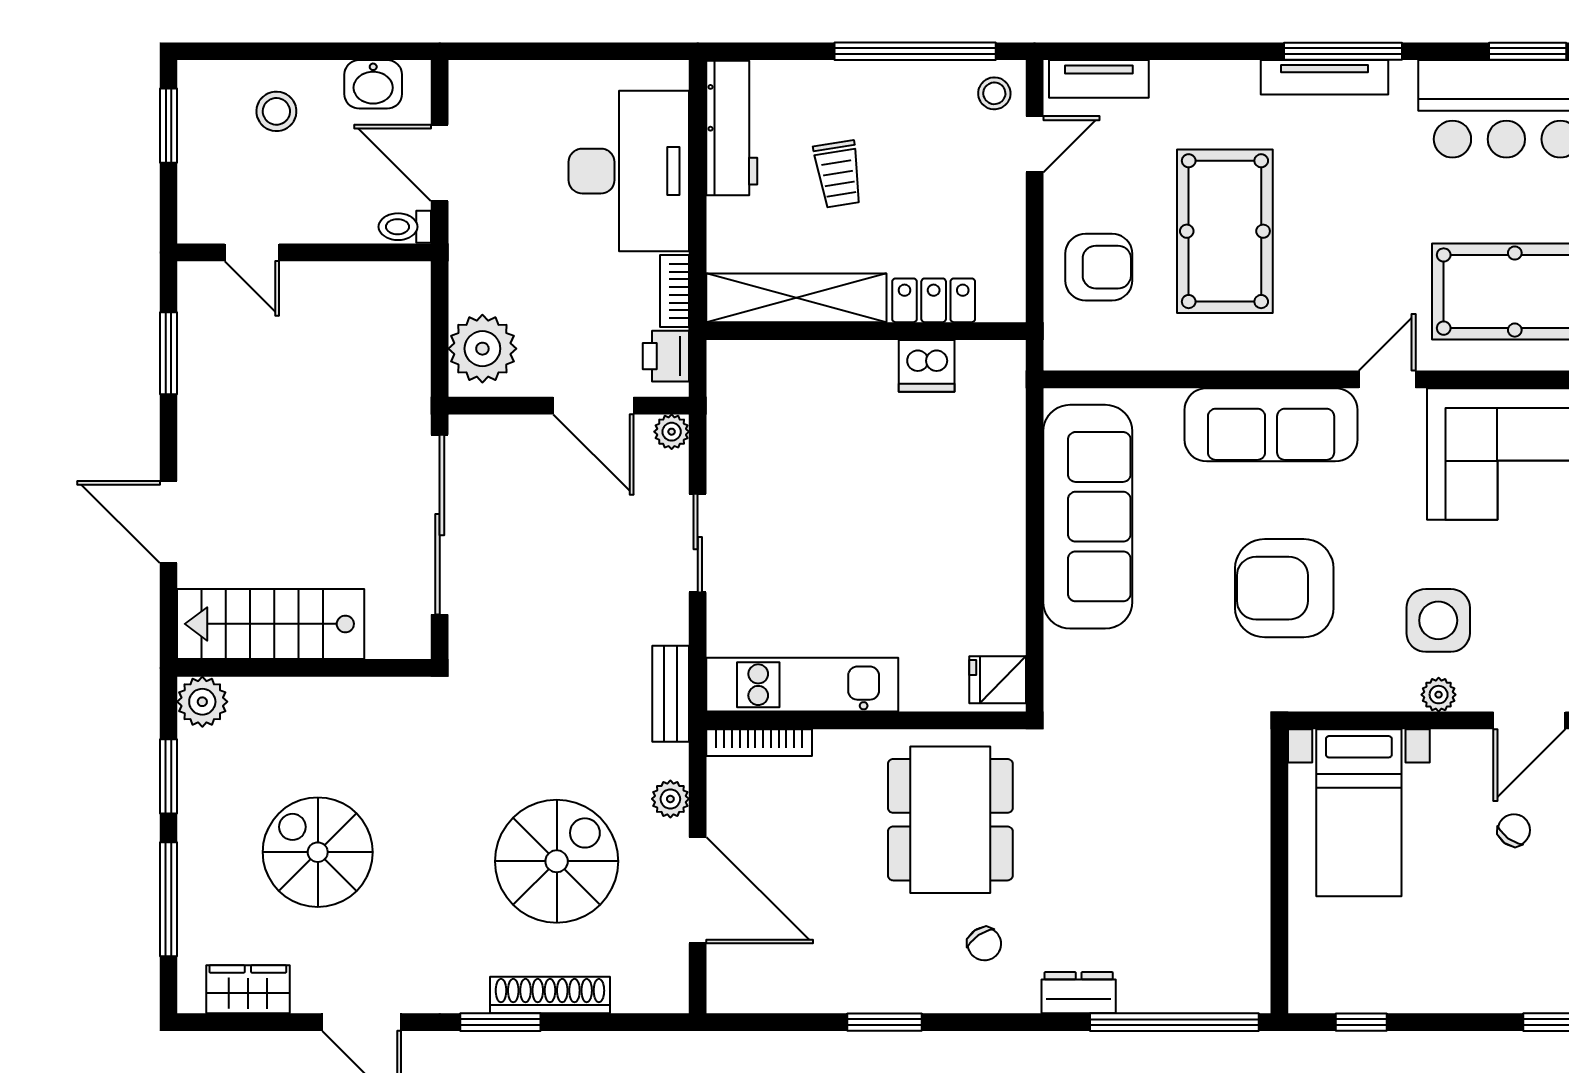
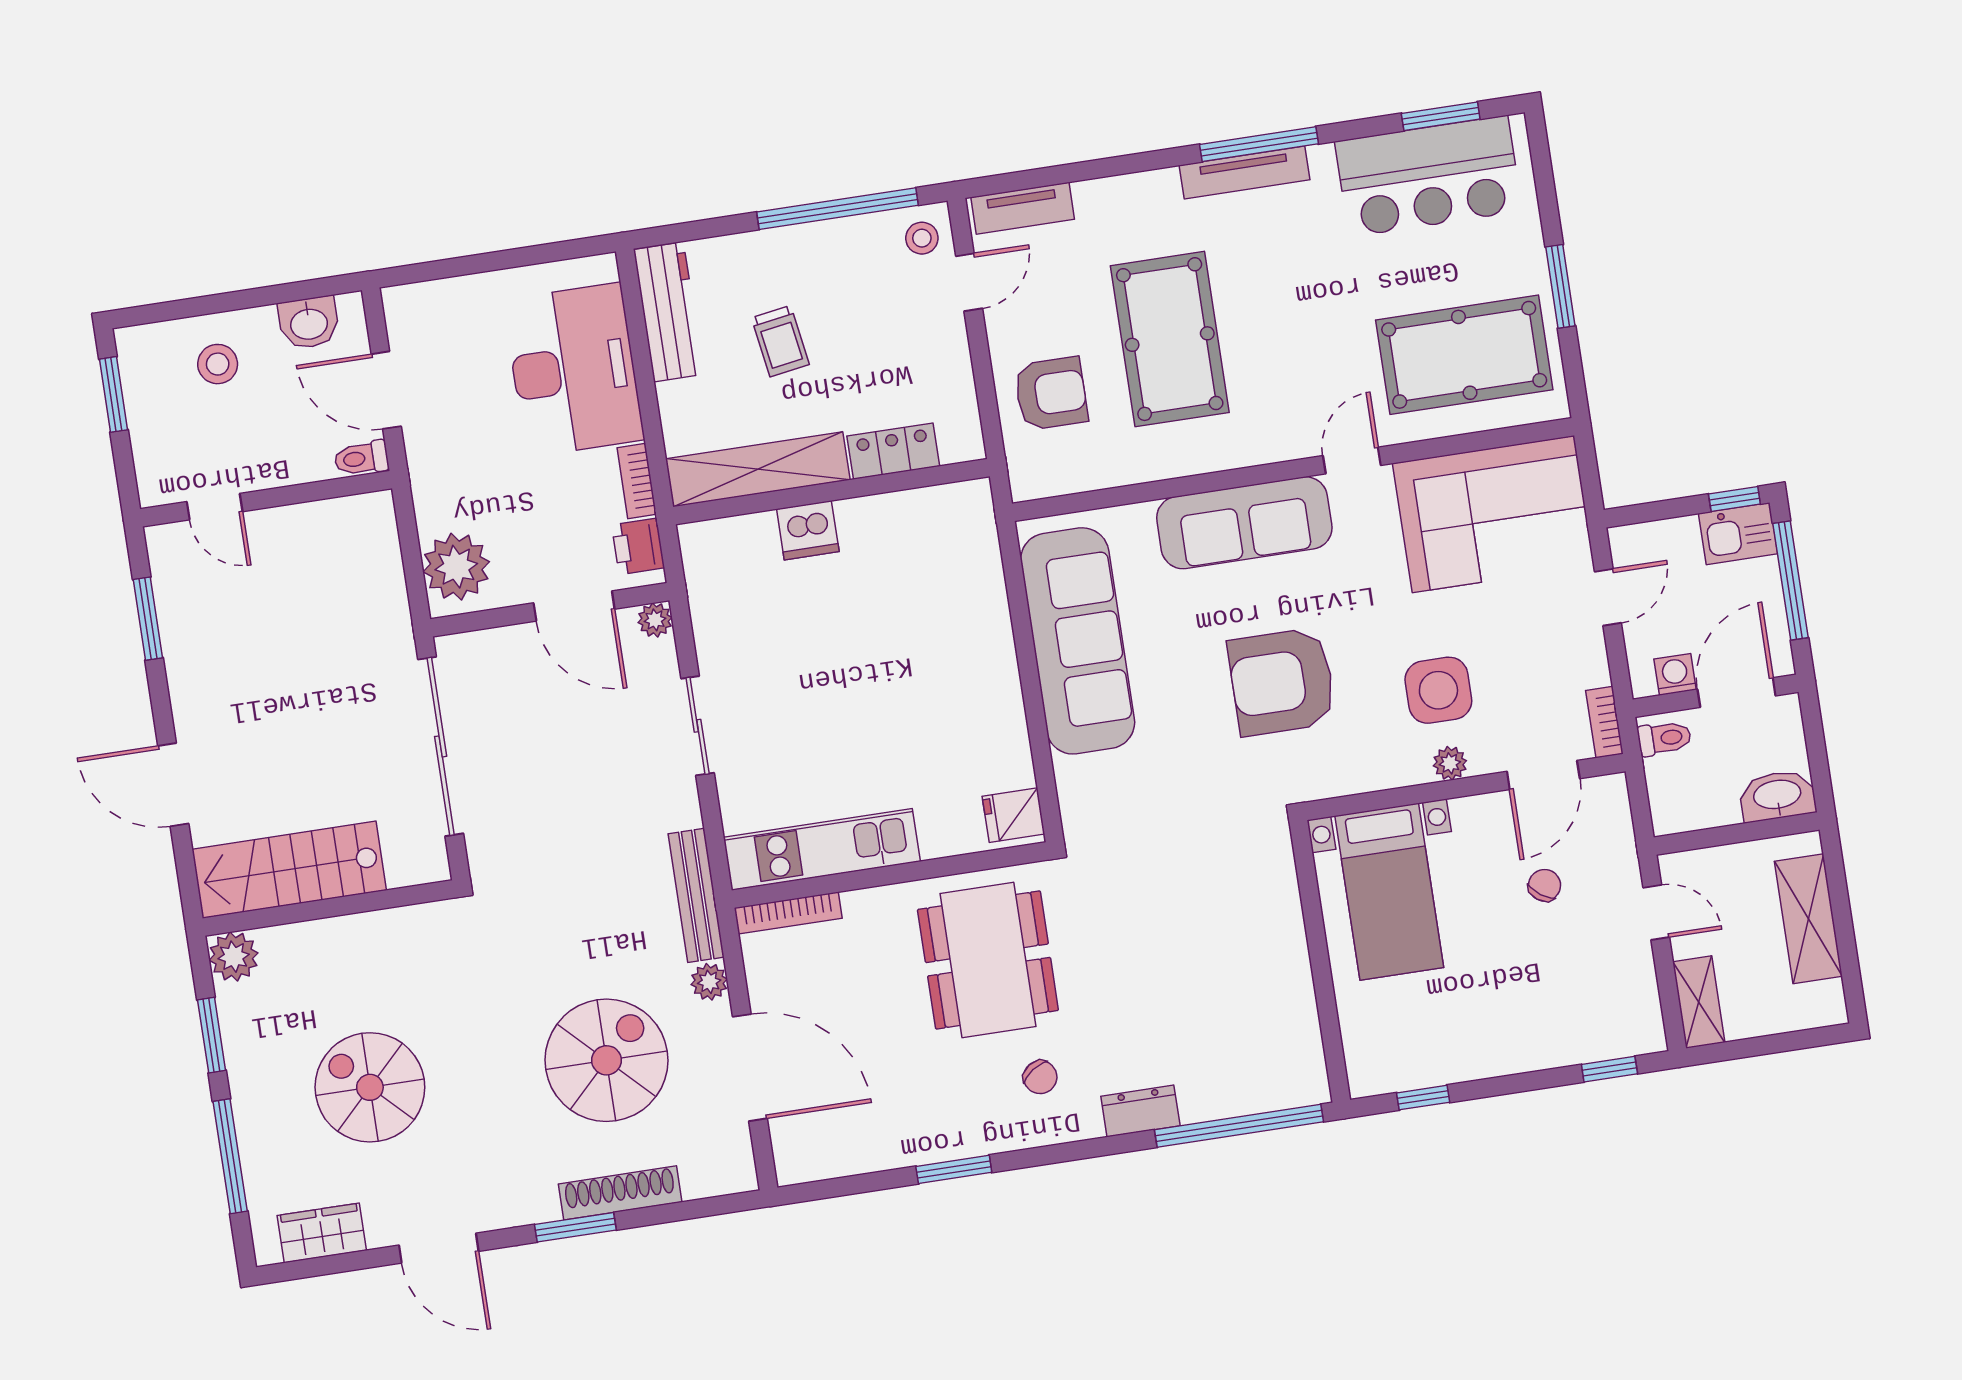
dishwasher: (927, 366) -> (808, 530), moved
bench: (671, 694) -> (696, 895), width x1.36

